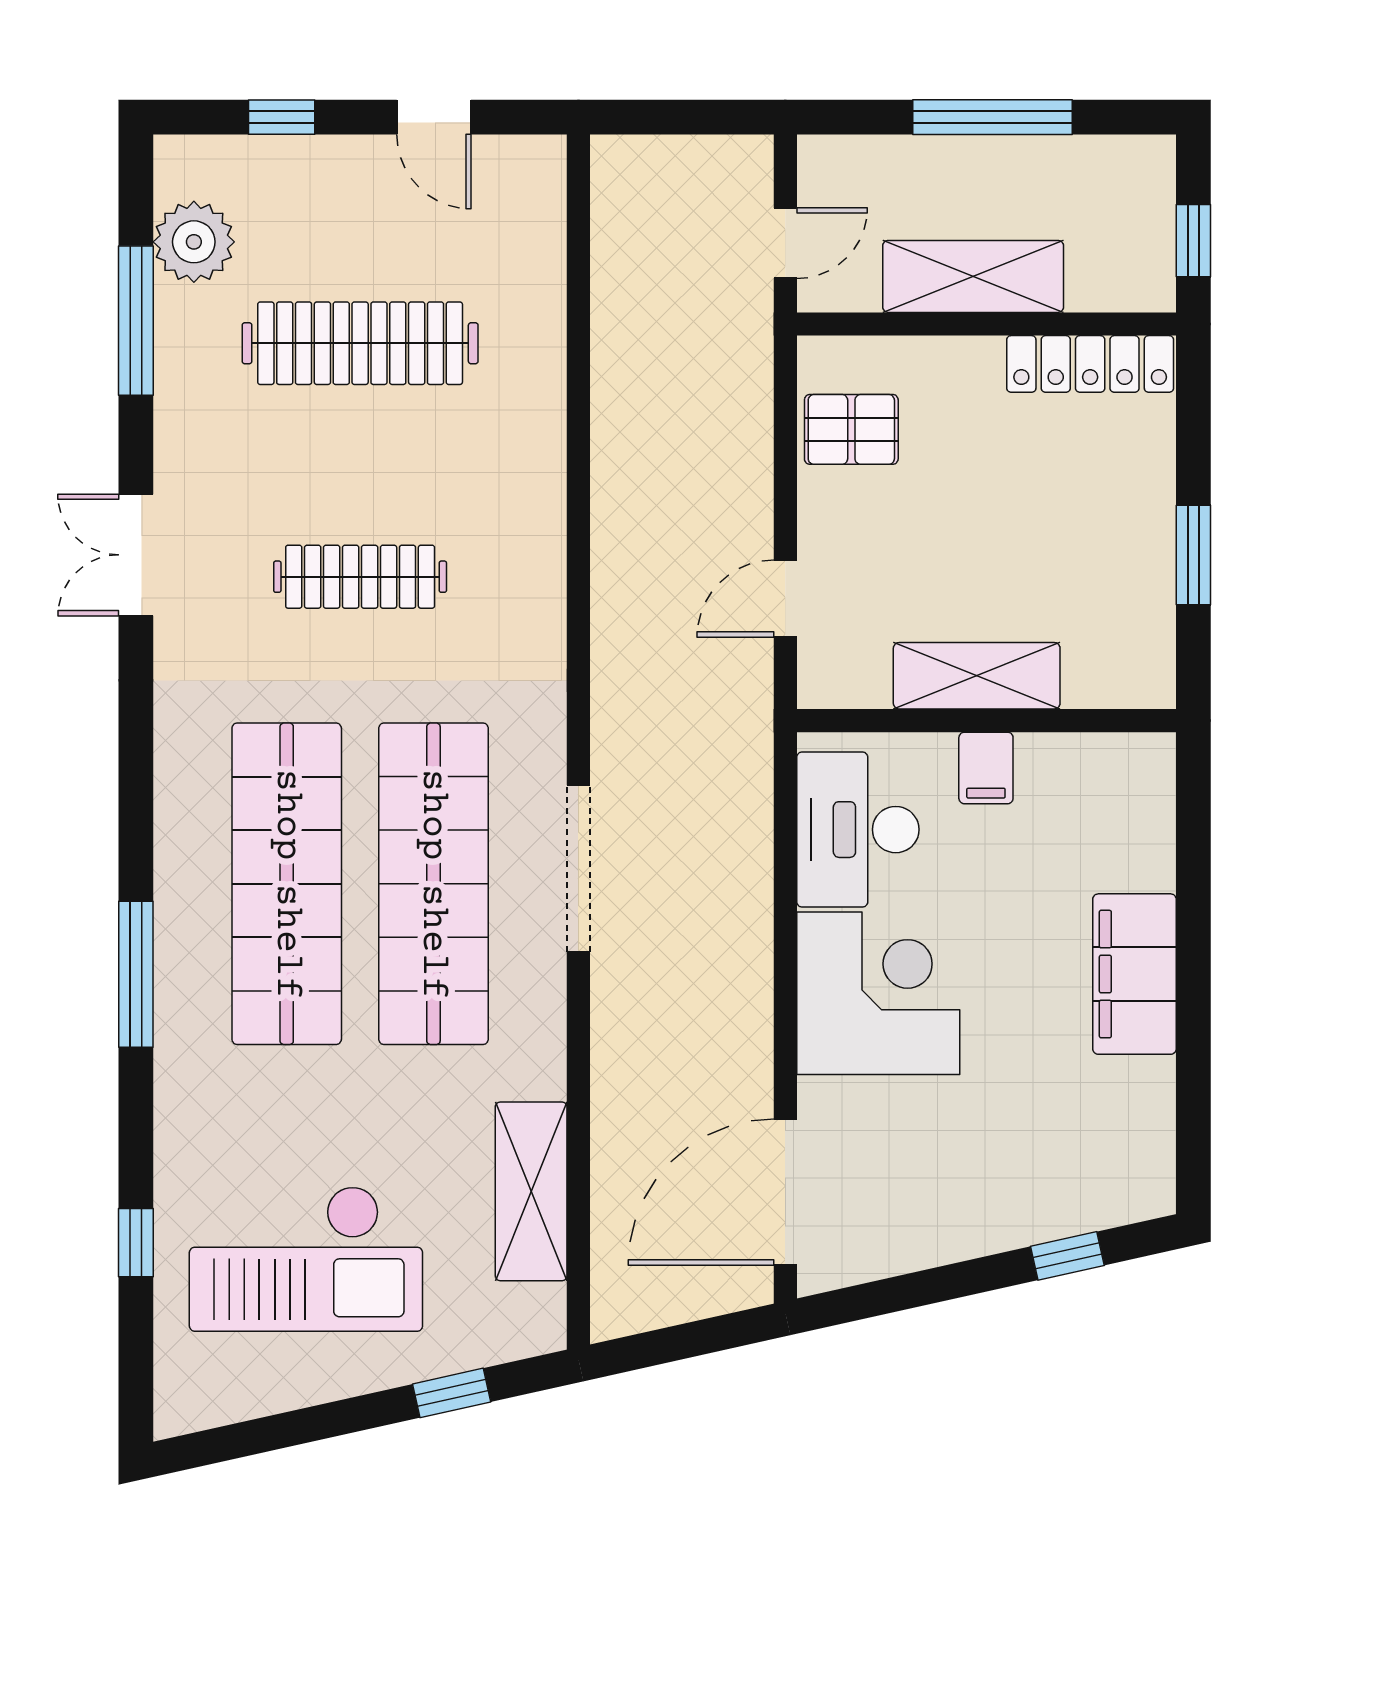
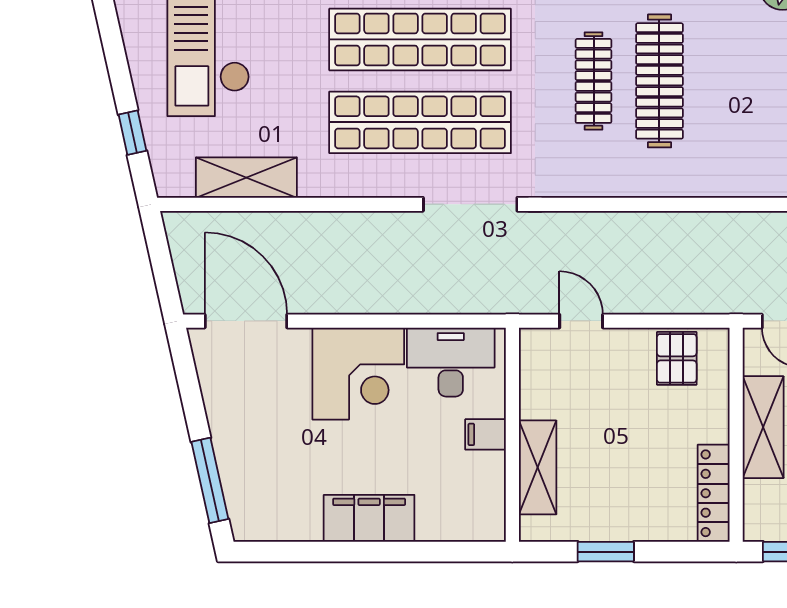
clothes rail: (360, 343) -> (659, 81), moved
shelving: (977, 676) -> (538, 467), moved
doorway: (578, 868) -> (470, 204), moved
window: (1067, 1256) -> (210, 480), width x2.17

